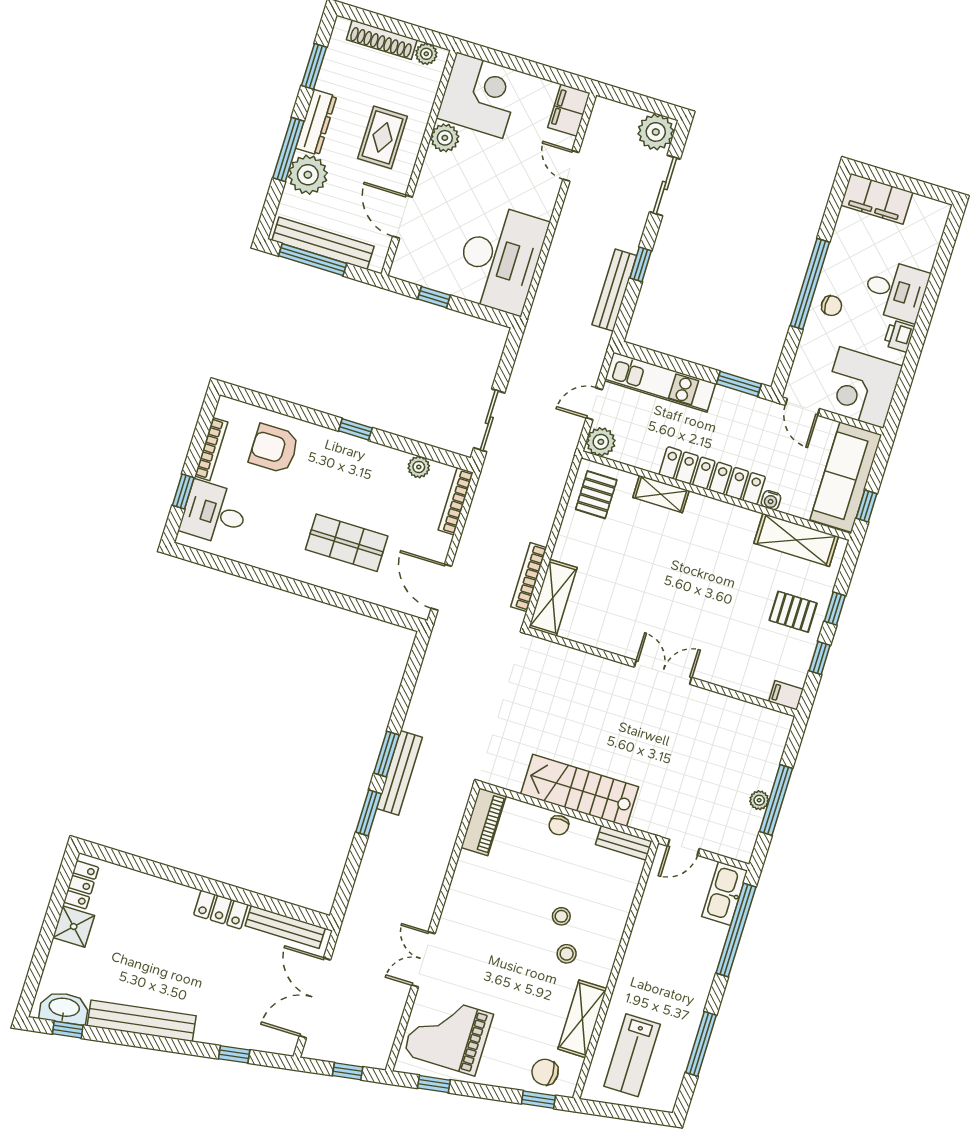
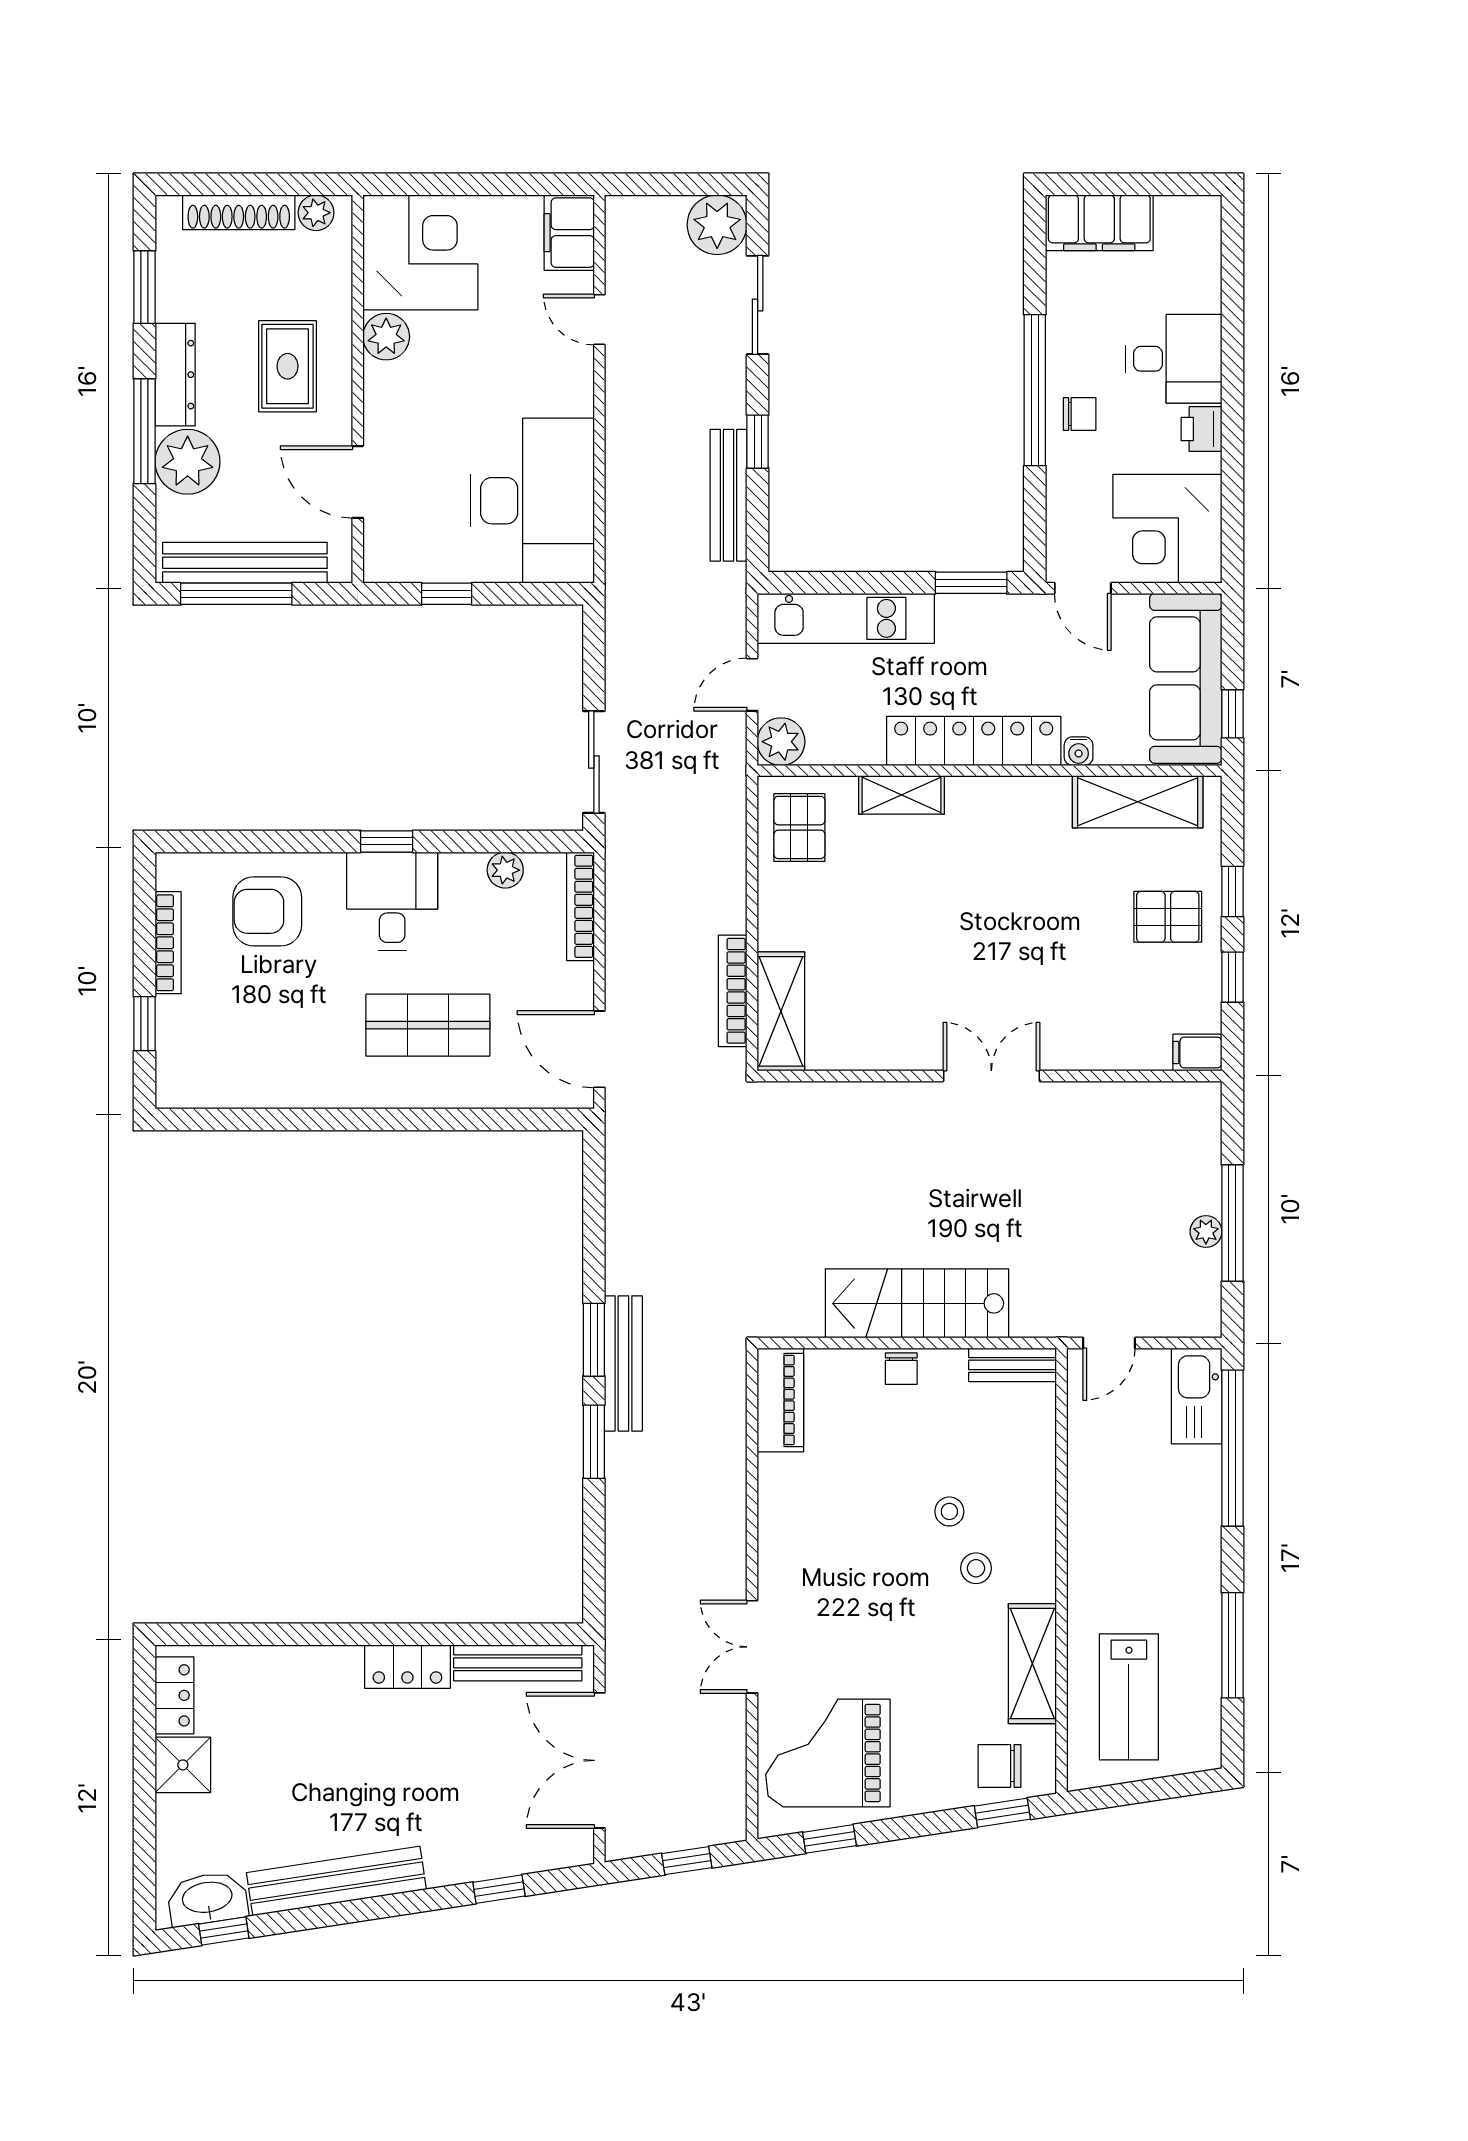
desk: (214, 513) -> (392, 901), moved, turned 90

